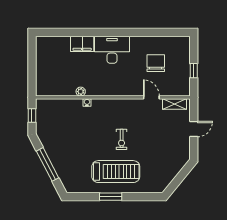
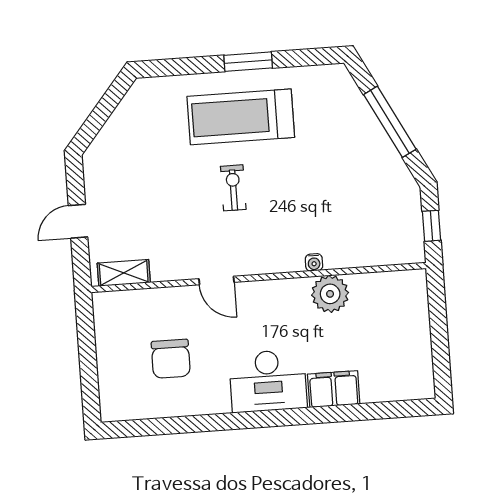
window: (194, 71) -> (87, 348), removed
plant: (81, 92) -> (330, 294), width x1.87, depth x1.87
door: (151, 97) -> (216, 281), moved

